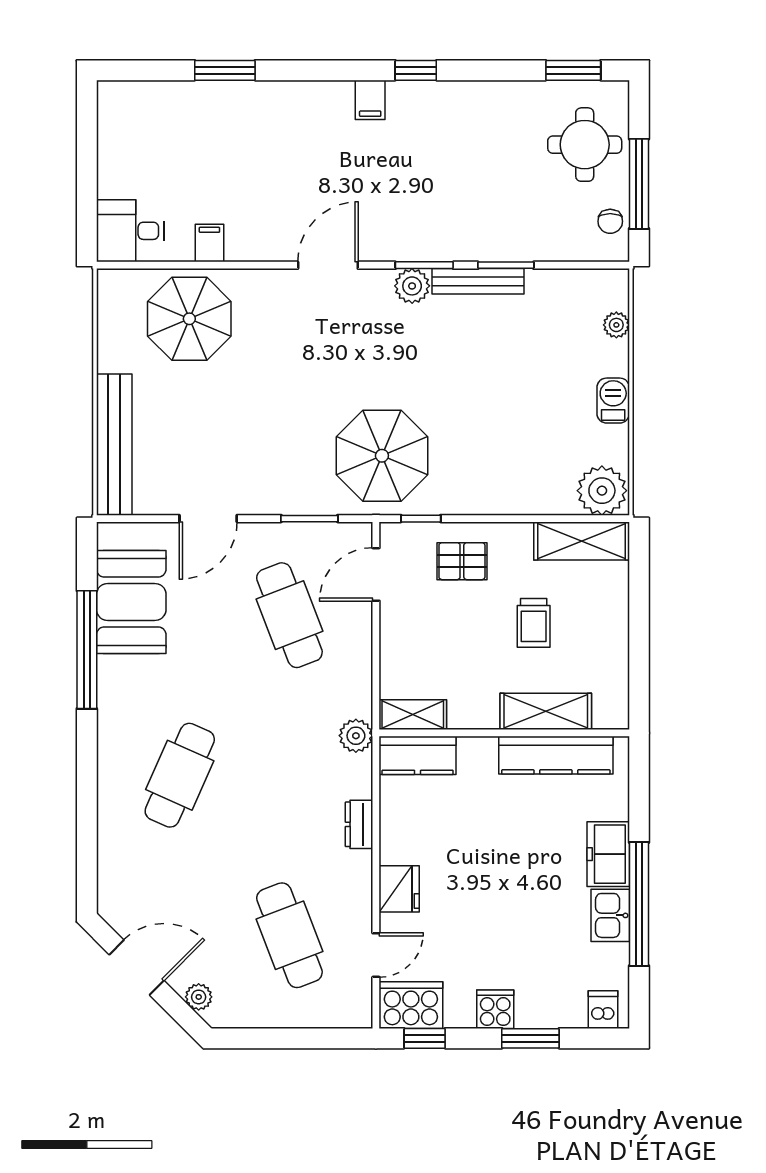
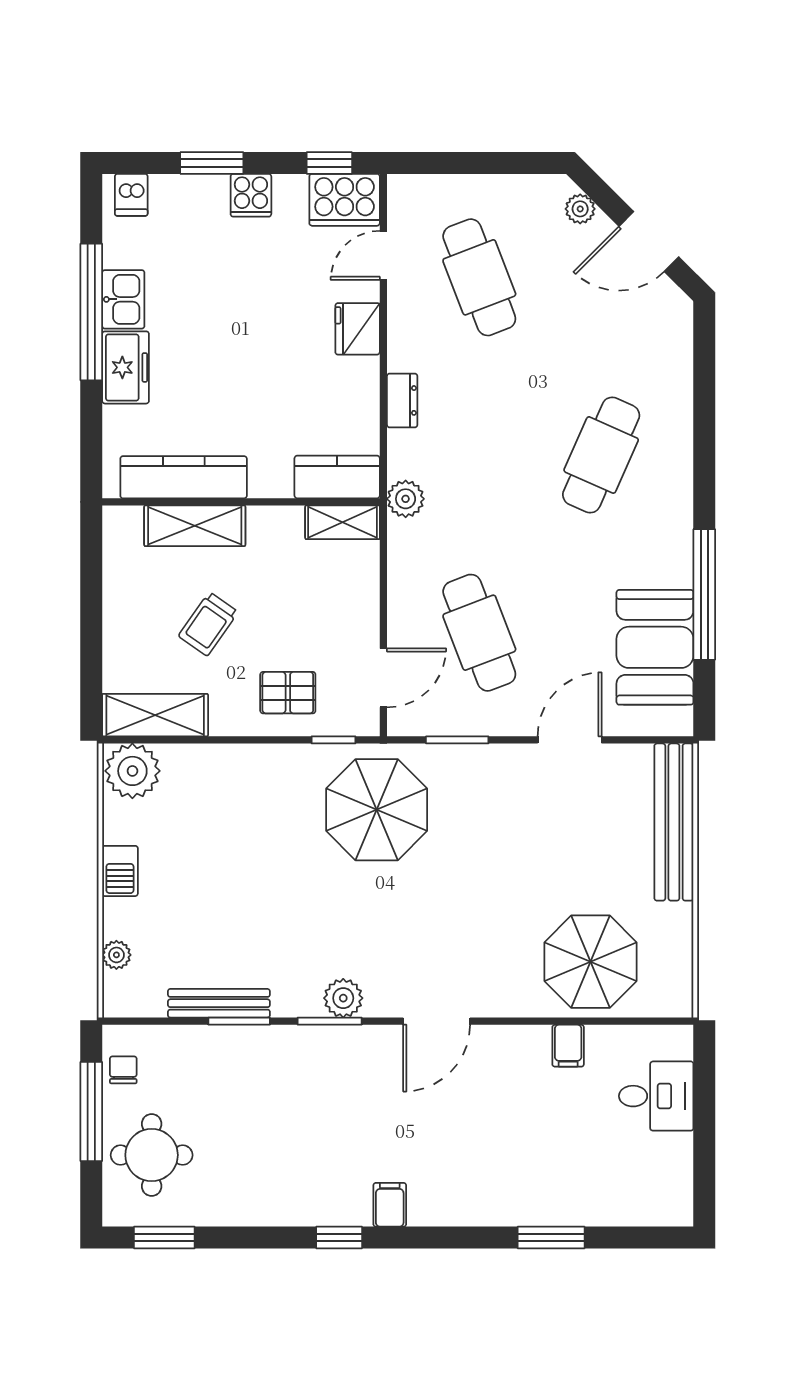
desk: (130, 231) -> (656, 1096), moved
bench: (478, 281) -> (219, 1003), moved
trolley: (534, 623) -> (208, 624), turned -145

